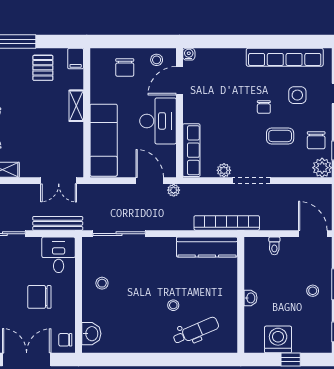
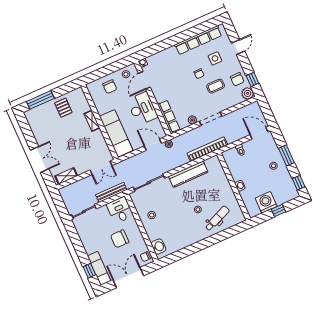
filing cabinet: (76, 59) -> (80, 94), removed
kitchen counter: (207, 247) -> (188, 174), moved

